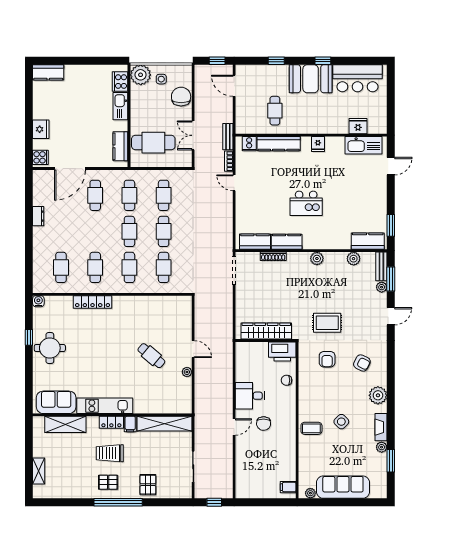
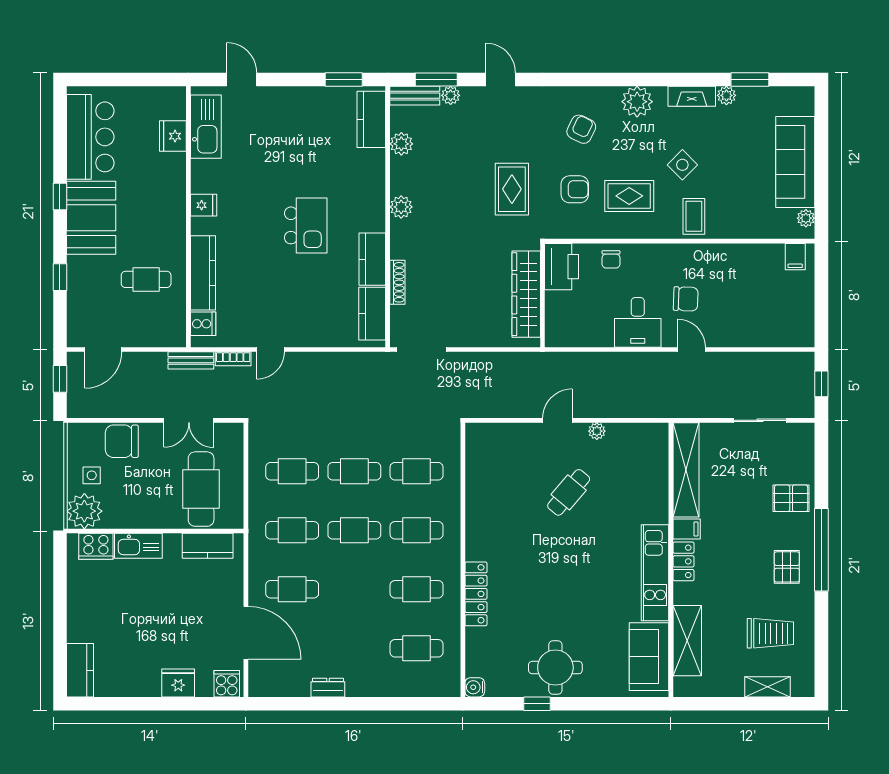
rug: (323, 391) -> (629, 196), added
trolley: (110, 453) -> (770, 633), moved, turned -90

